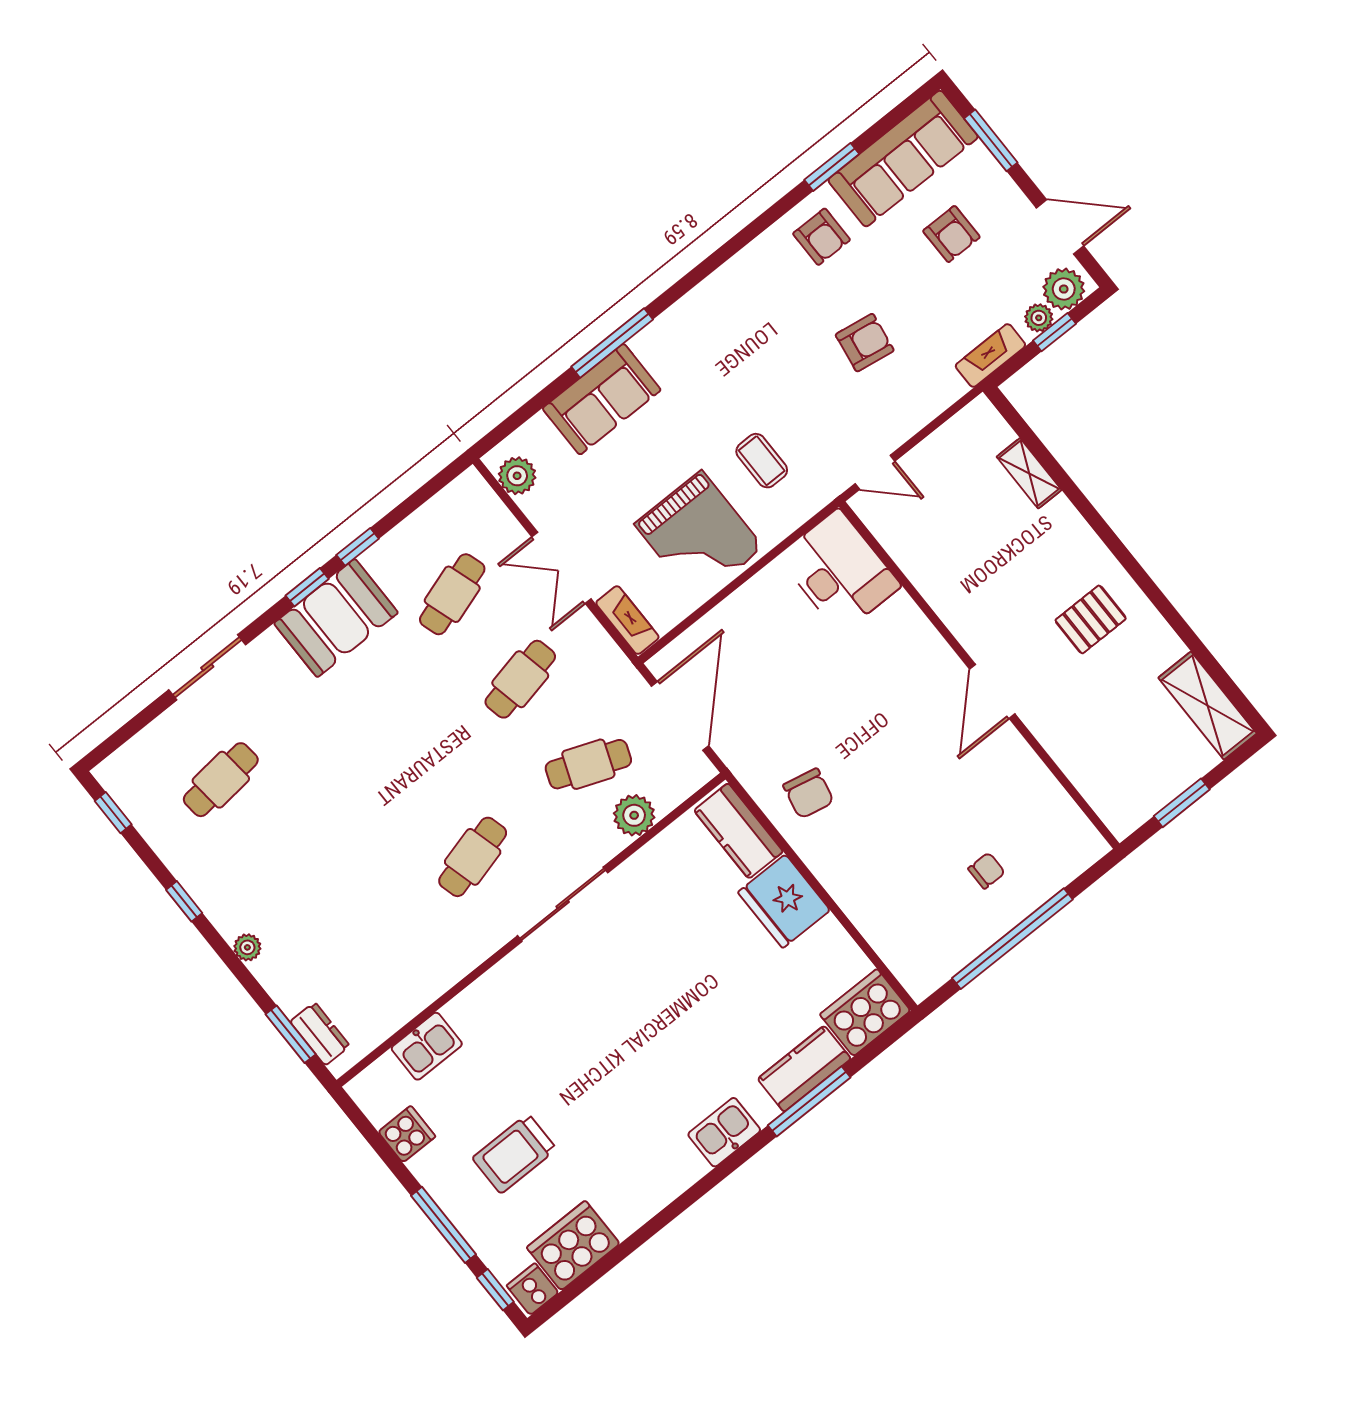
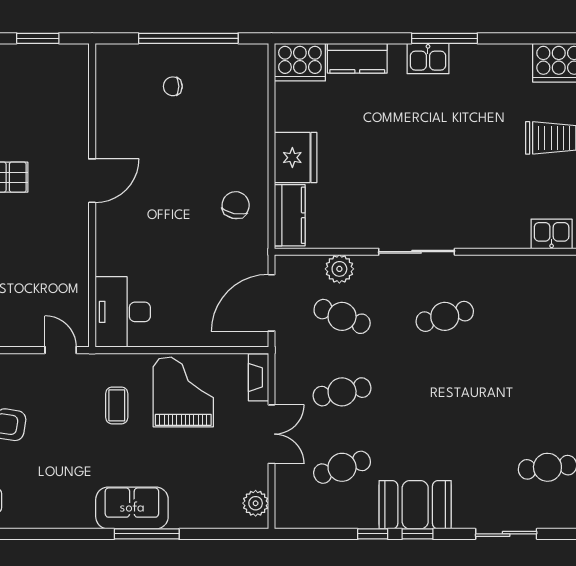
sofa: (602, 399) -> (132, 508), moved
window: (809, 1101) -> (444, 38), moved

